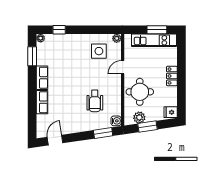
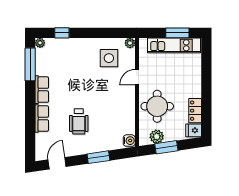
window: (32, 56) -> (30, 64), width x1.44
locker: (172, 76) -> (195, 111), moved
wheelchair: (95, 101) -> (79, 121), moved
window: (103, 133) -> (98, 157), moved

